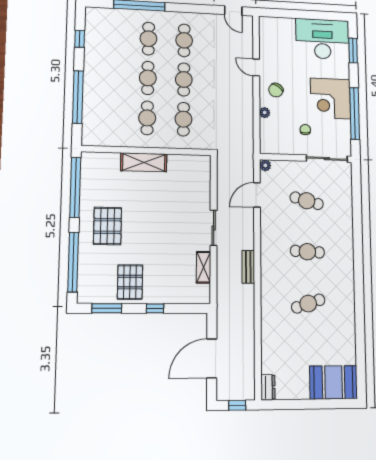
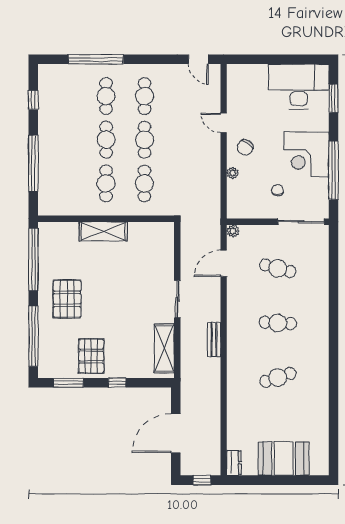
shelving: (203, 267) -> (164, 348), width x1.50, depth x1.33
booth: (334, 382) -> (284, 459), moved

